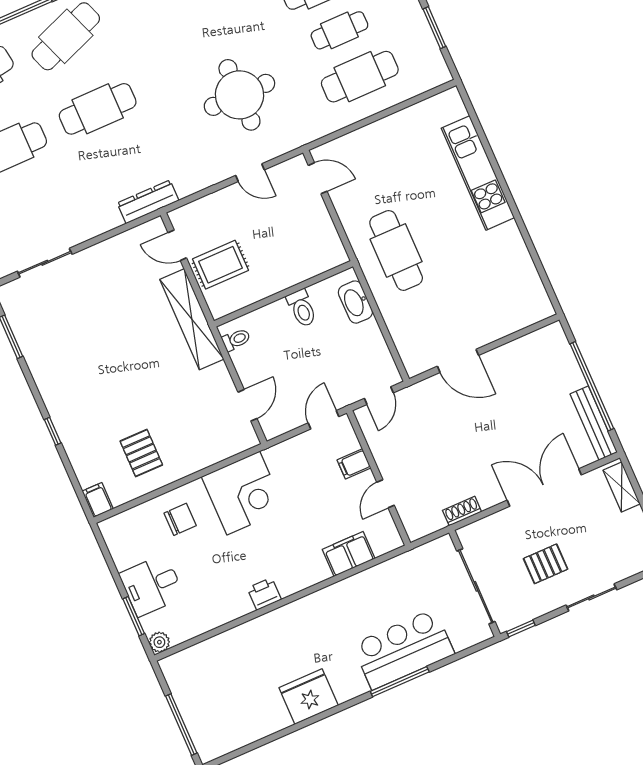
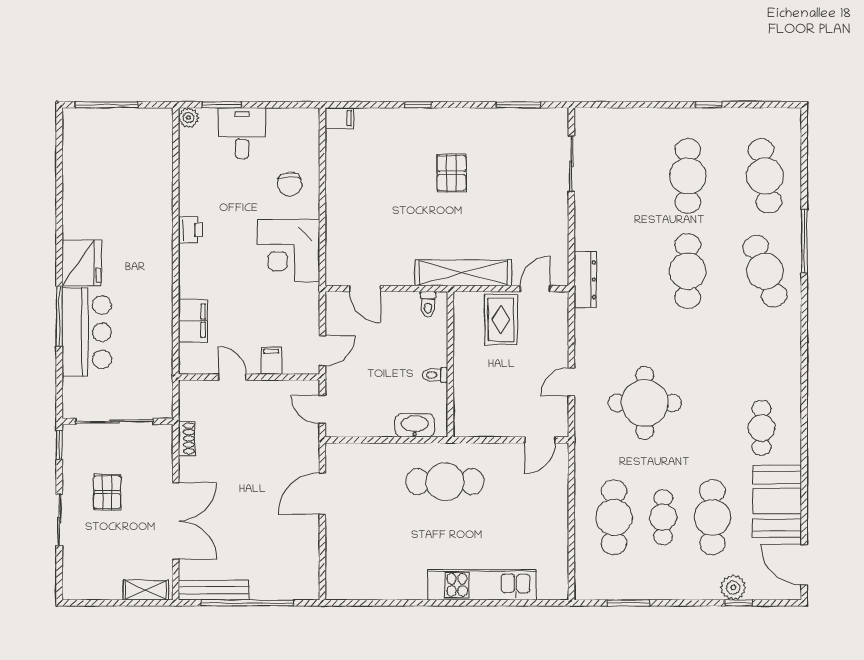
toilet: (302, 308) -> (435, 375), width x0.73, depth x0.72
door: (323, 420) -> (322, 351), hinge flipped
pallet: (141, 453) -> (452, 173), moved, turned 90
fridge: (309, 697) -> (82, 263), moved

